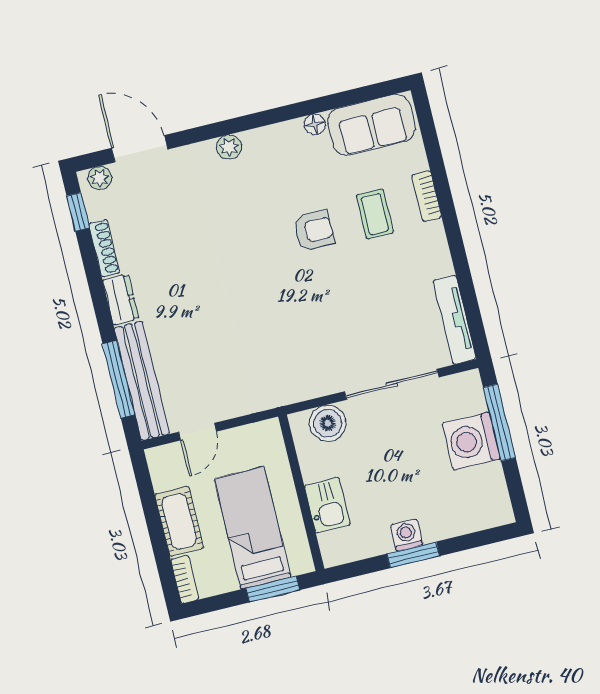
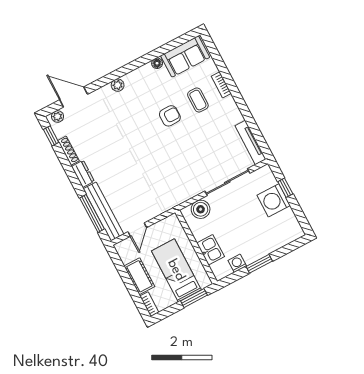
window: (499, 423) -> (285, 188), width x0.46
washing machine: (406, 535) -> (237, 263), moved

